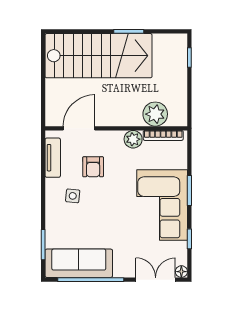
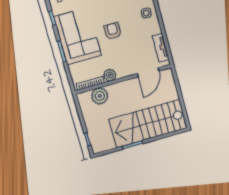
armchair: (93, 167) -> (113, 31), moved
side table: (73, 196) -> (146, 13), moved

